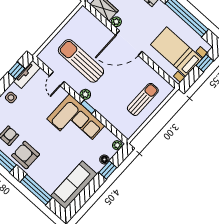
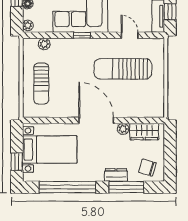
door: (129, 43) -> (96, 120), hinge flipped
sun lounger: (81, 61) -> (123, 69), turned 180
plant: (85, 94) -> (44, 44), moved

